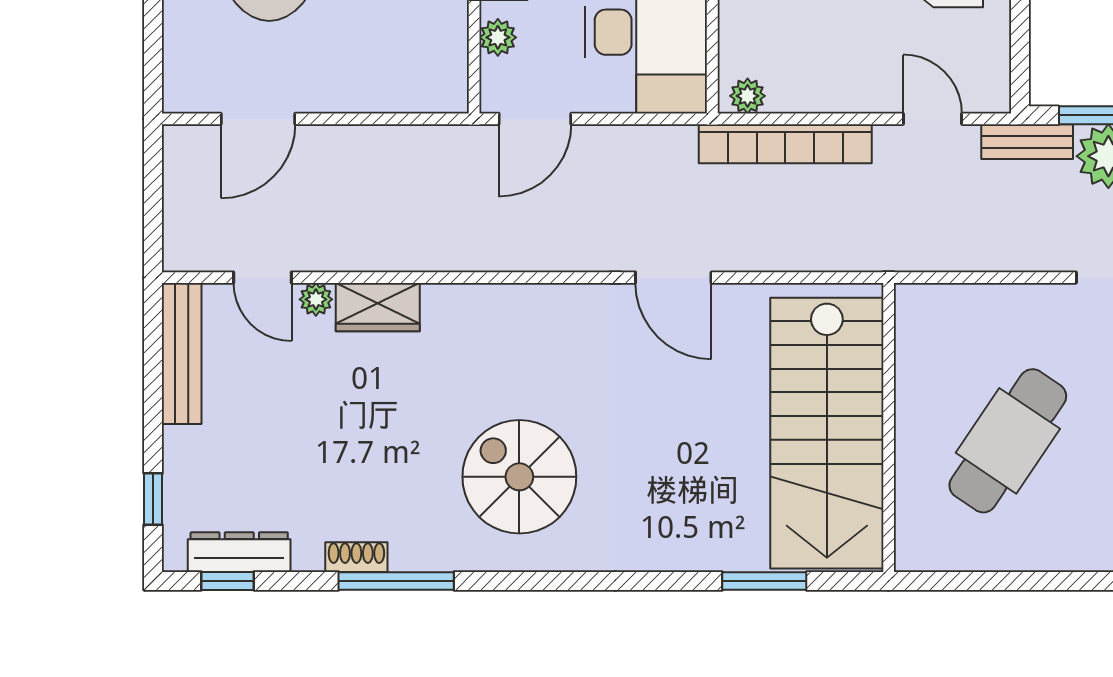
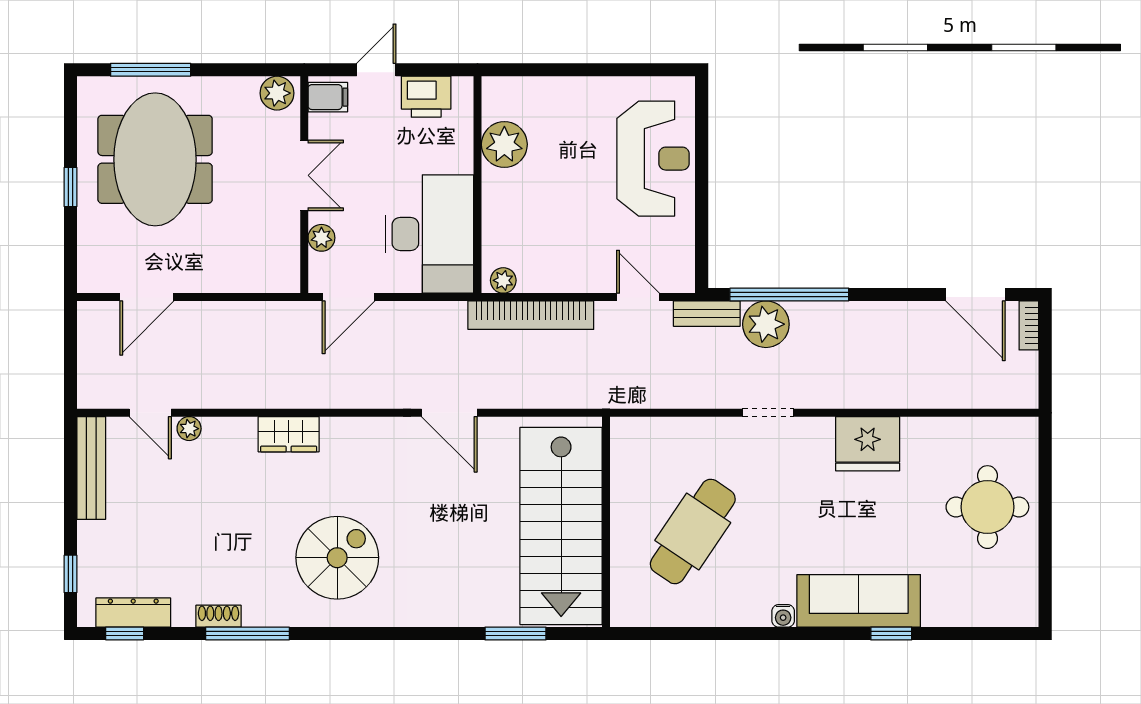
wardrobe: (378, 307) -> (289, 434), moved
spiral stairs: (519, 477) -> (337, 558), turned 90

